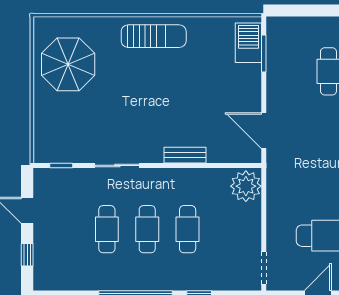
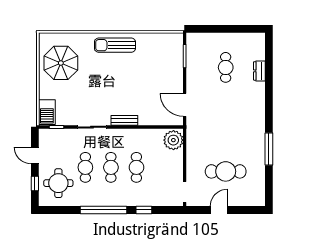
sun lounger: (154, 36) -> (115, 45), turned 180
barbecue: (248, 43) -> (47, 112), moved, turned 180
bench: (185, 155) -> (124, 120), moved
round table: (64, 254) -> (58, 183), added

